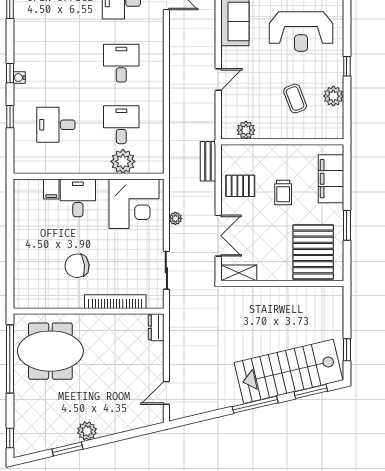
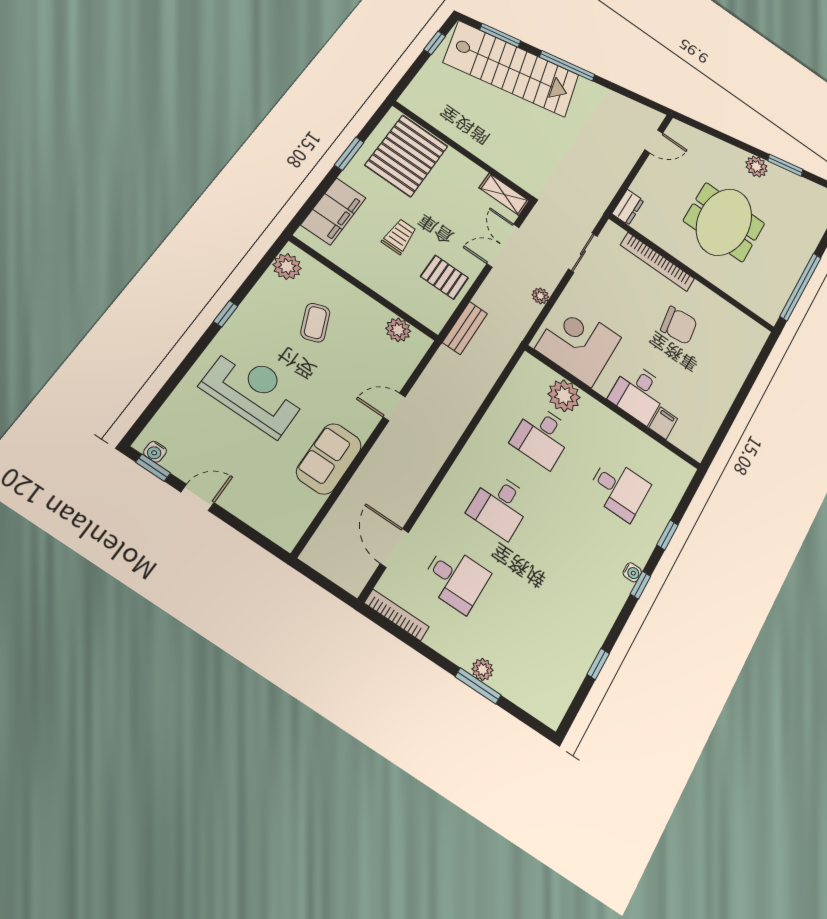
plant: (333, 96) -> (287, 267), moved
meeting table: (50, 351) -> (724, 222), moved, turned 90

